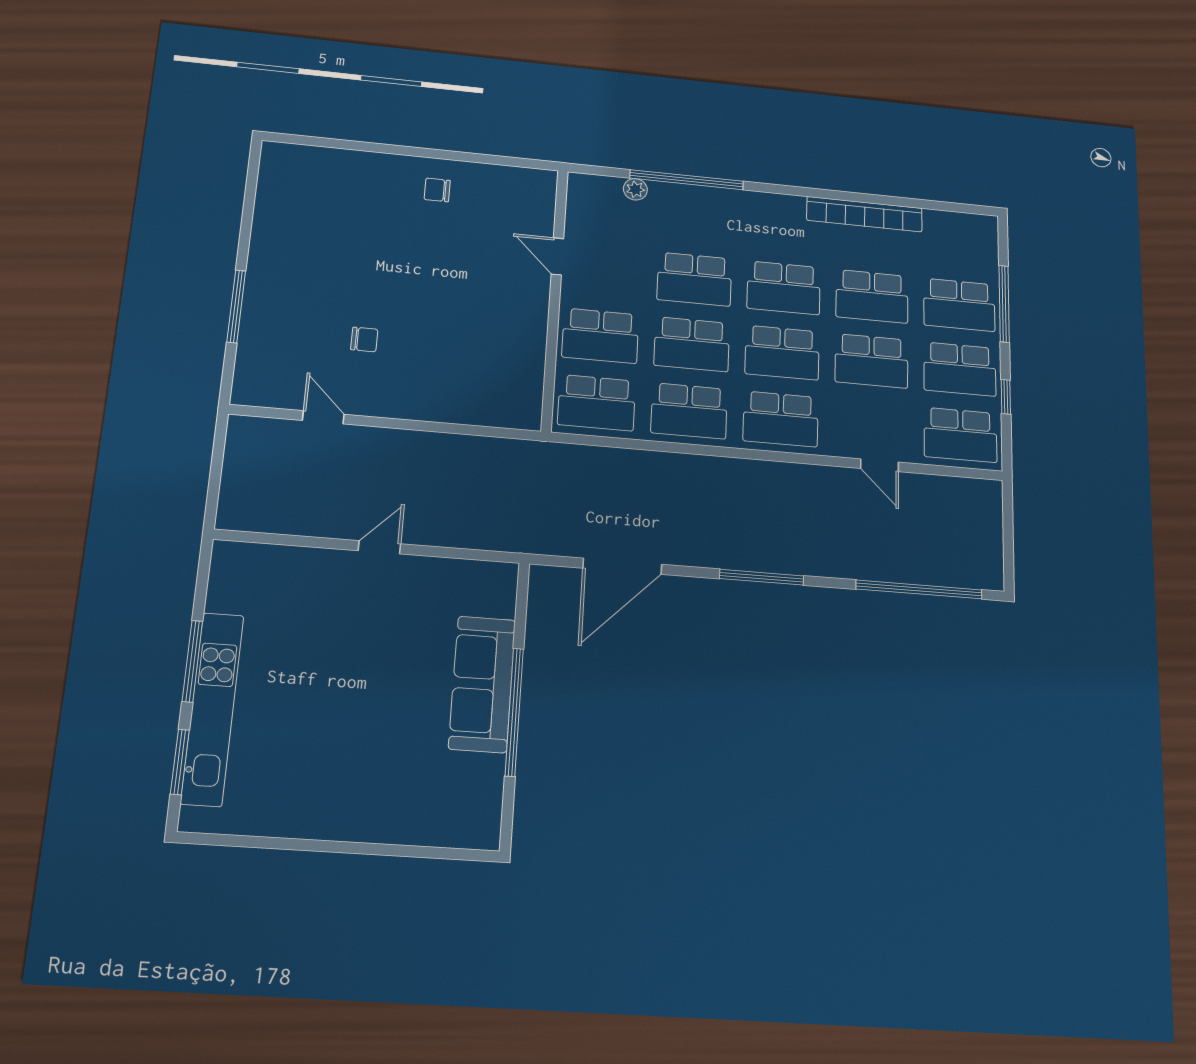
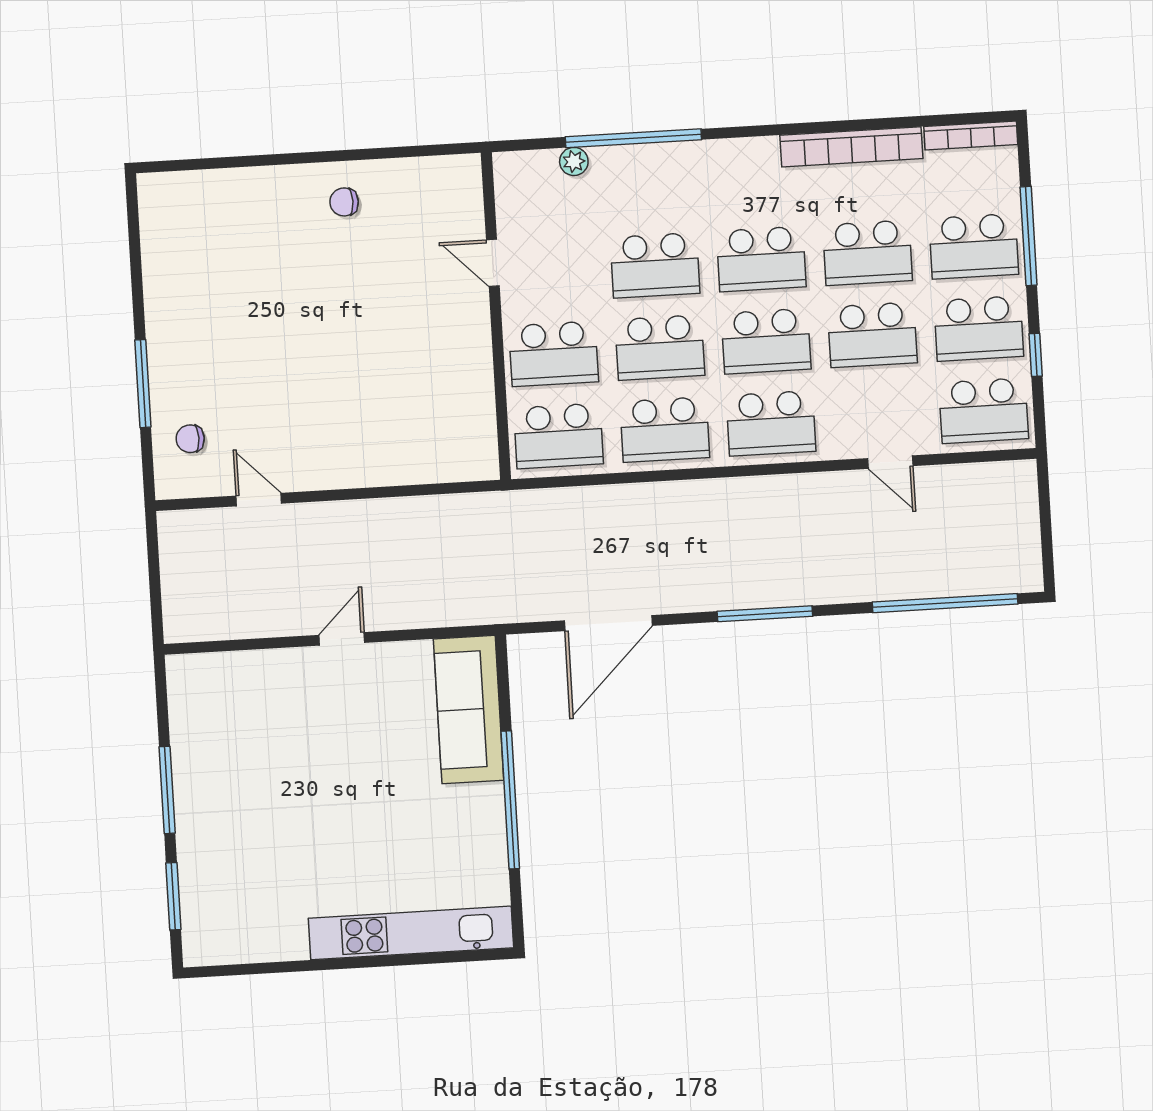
bookcase: (961, 221) -> (971, 136), added
chair: (364, 339) -> (190, 439), moved, turned 180
sofa: (482, 684) -> (469, 710), moved
kitchen unit: (212, 709) -> (411, 933), moved, turned -90

